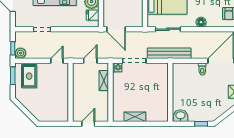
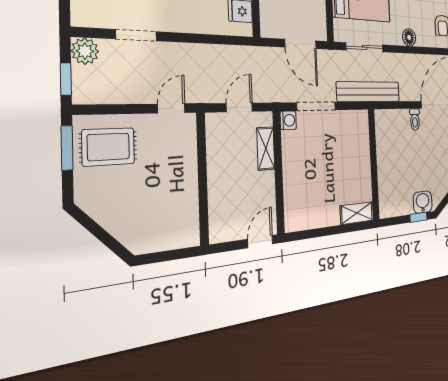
door: (116, 29) -> (301, 44), moved
plant: (20, 53) -> (85, 51), moved
rug: (29, 76) -> (108, 147), turned 90
washbasin: (180, 116) -> (423, 202), moved
shelving: (135, 117) -> (357, 213), moved
door: (88, 124) -> (260, 242), moved

